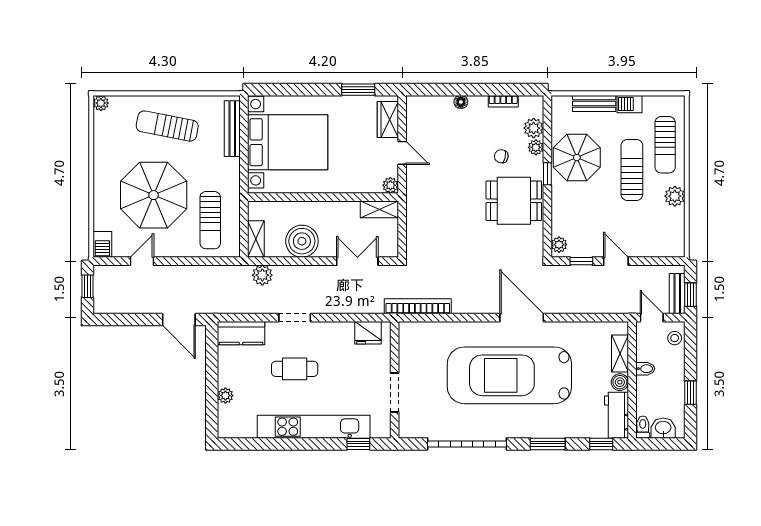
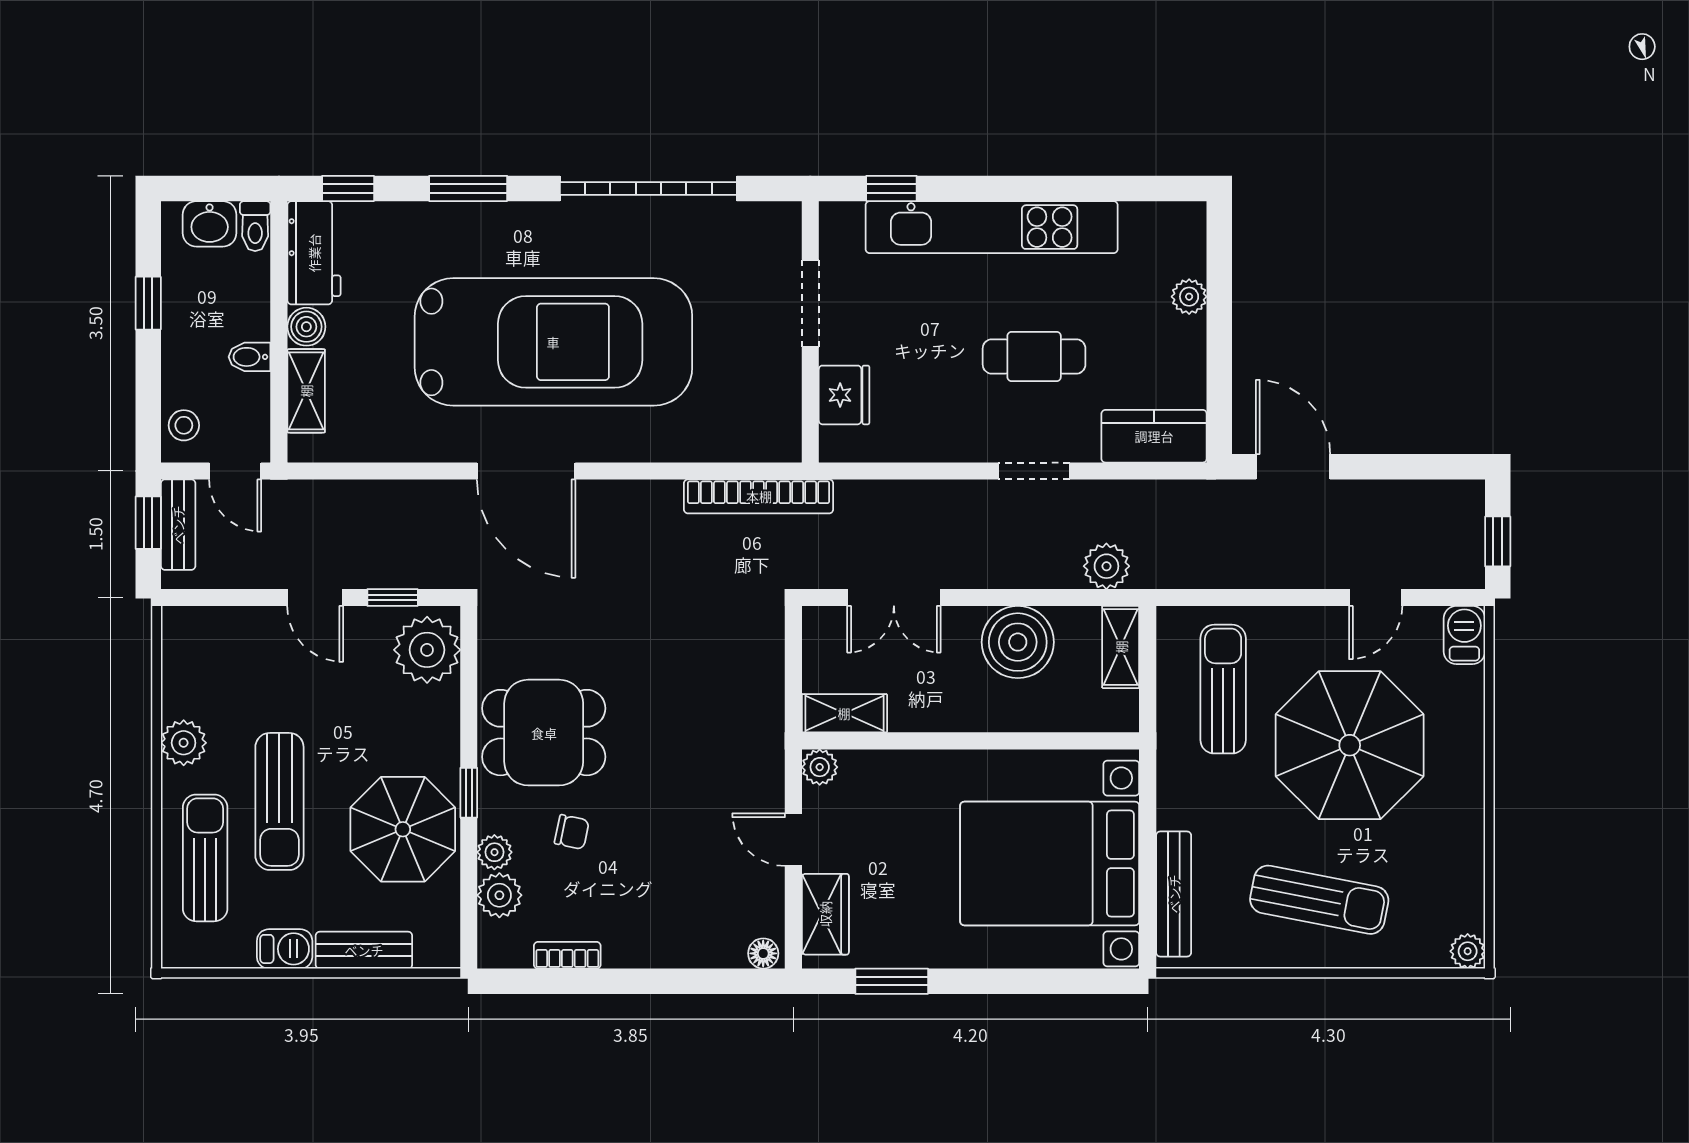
floor lamp: (461, 102) -> (763, 953), moved
plant: (559, 245) -> (427, 650), width x1.87, depth x1.87
fridge: (368, 333) -> (844, 395), moved, turned 90

